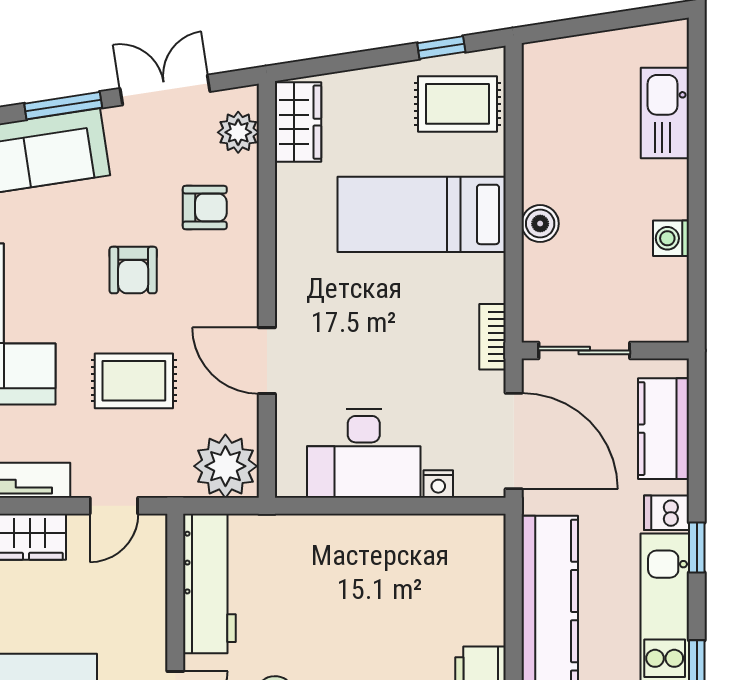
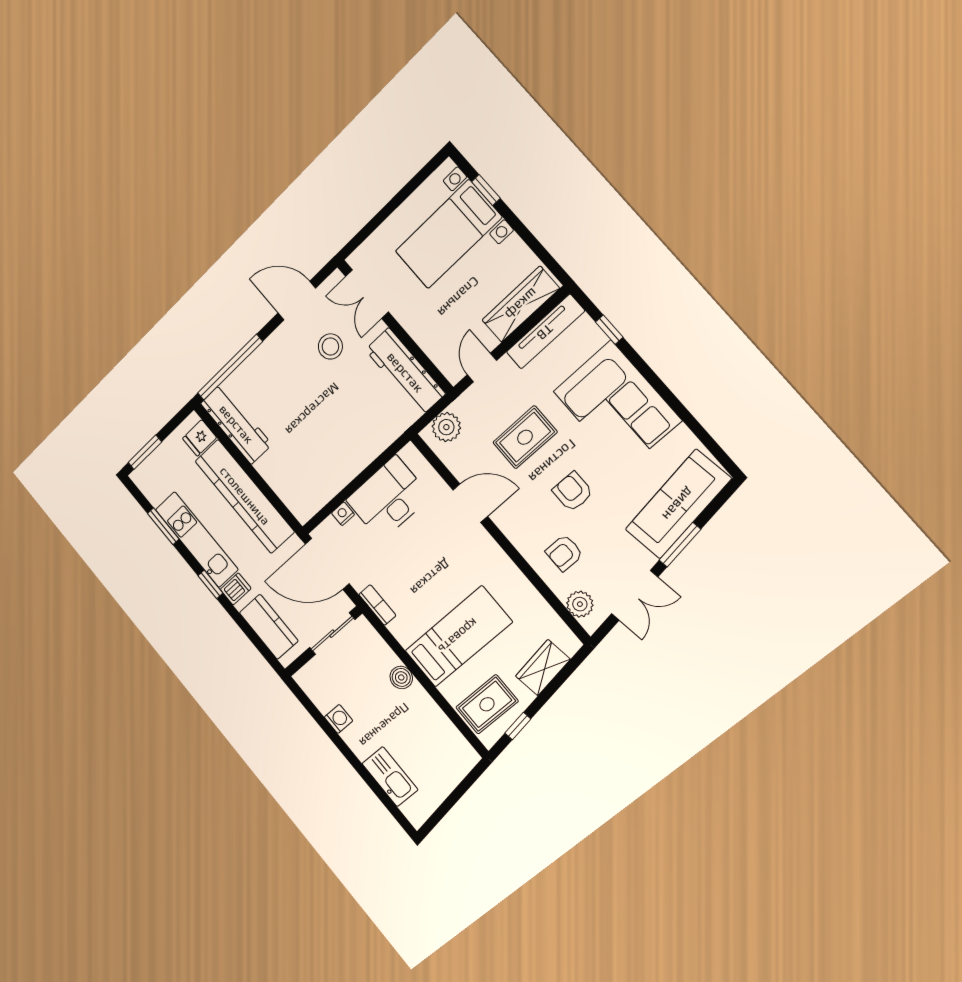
wardrobe: (298, 122) -> (543, 668), moved, turned 81
plant: (225, 466) -> (446, 427), width x0.73, depth x0.73

